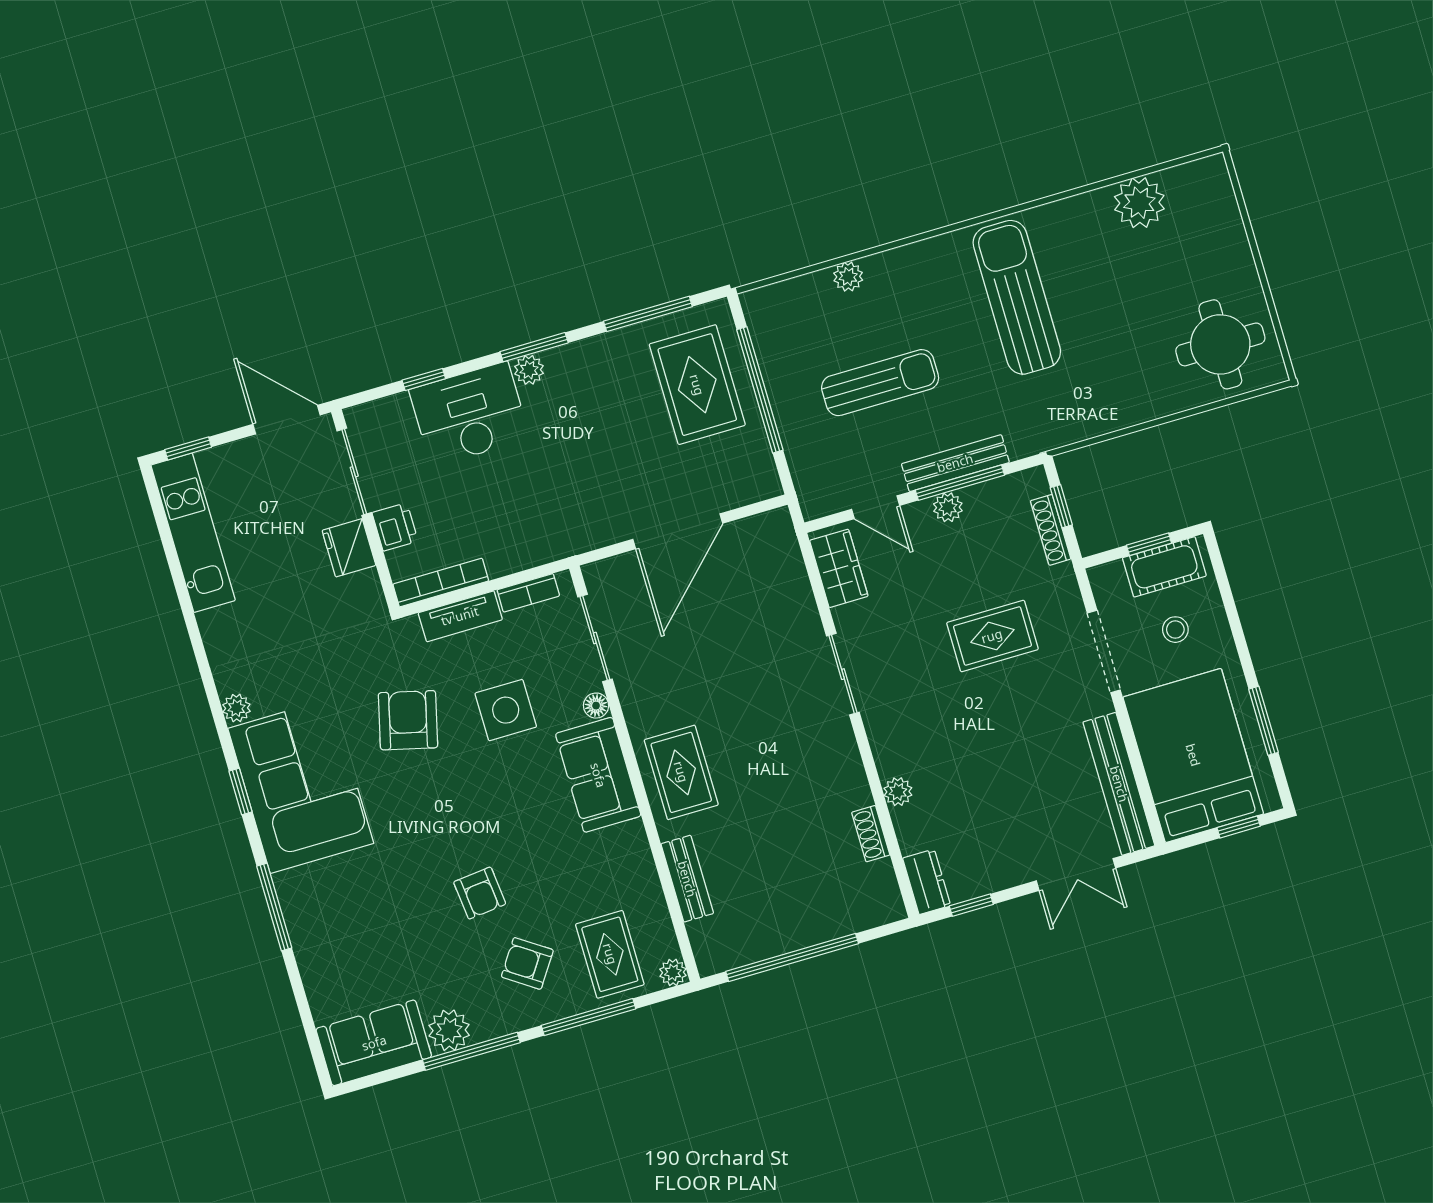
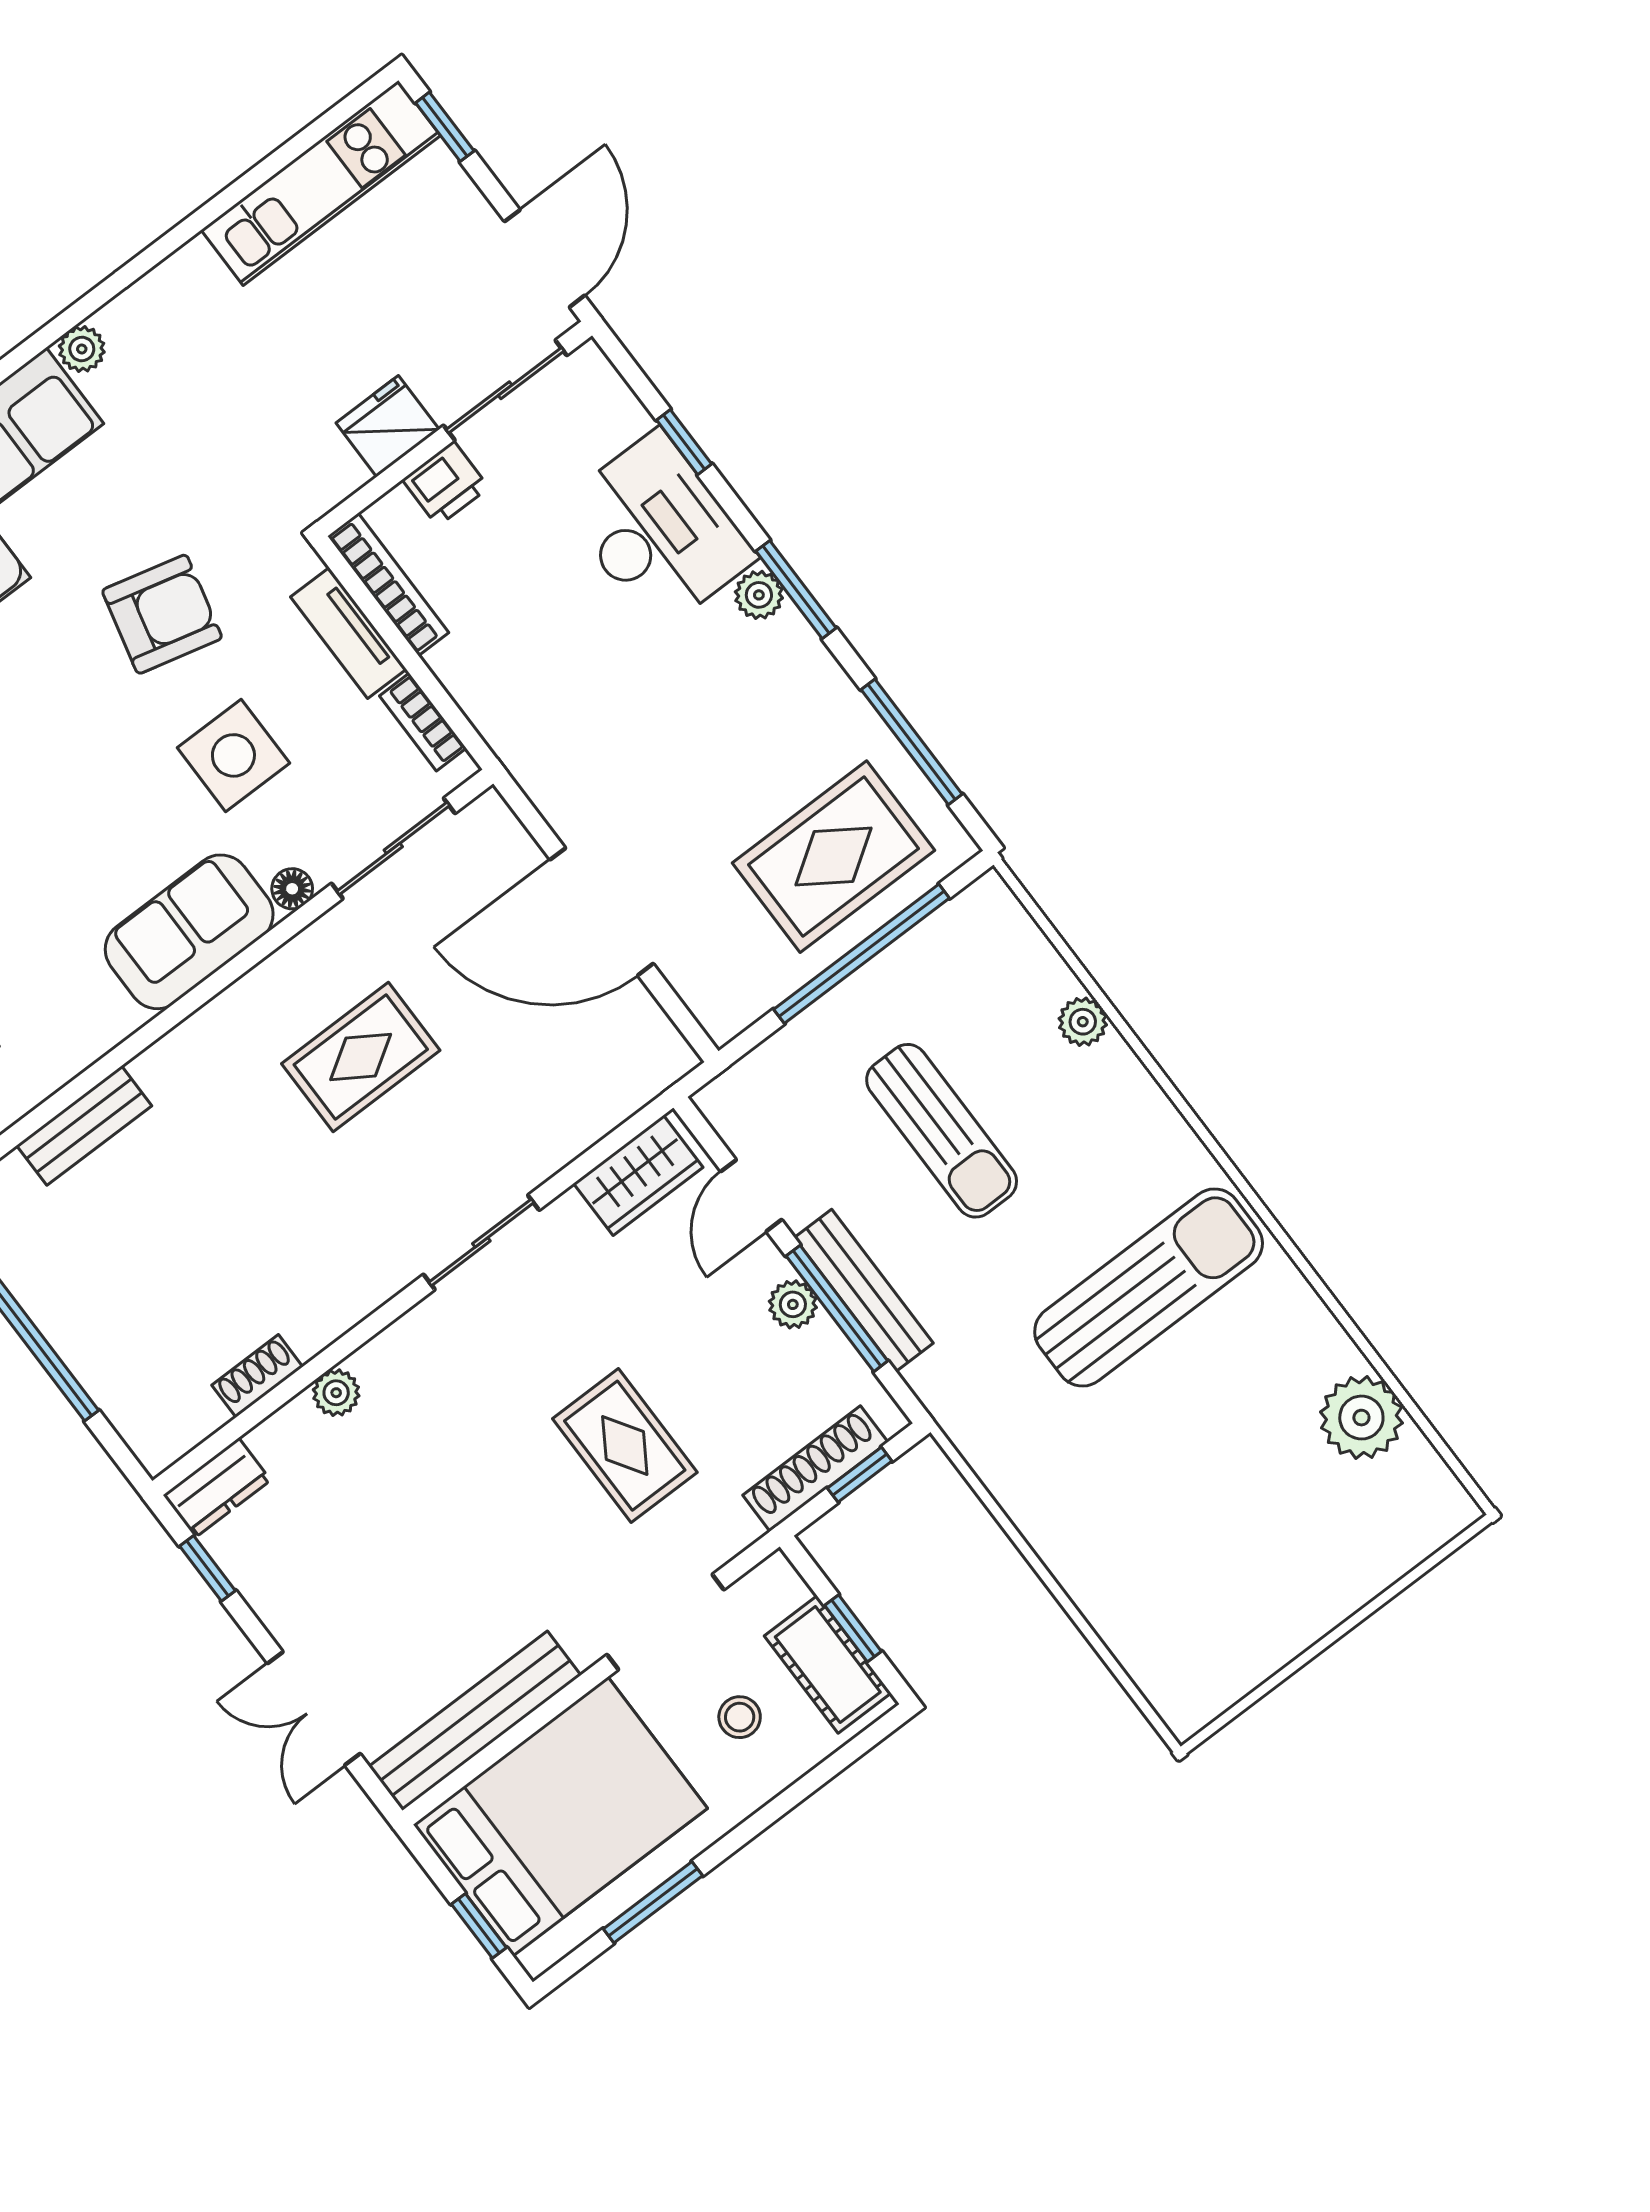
round table: (1220, 344) -> (1195, 1621), removed
shoe rack: (1051, 530) -> (815, 1469), width x1.36, depth x1.24
rug: (681, 772) -> (361, 1057), moved

